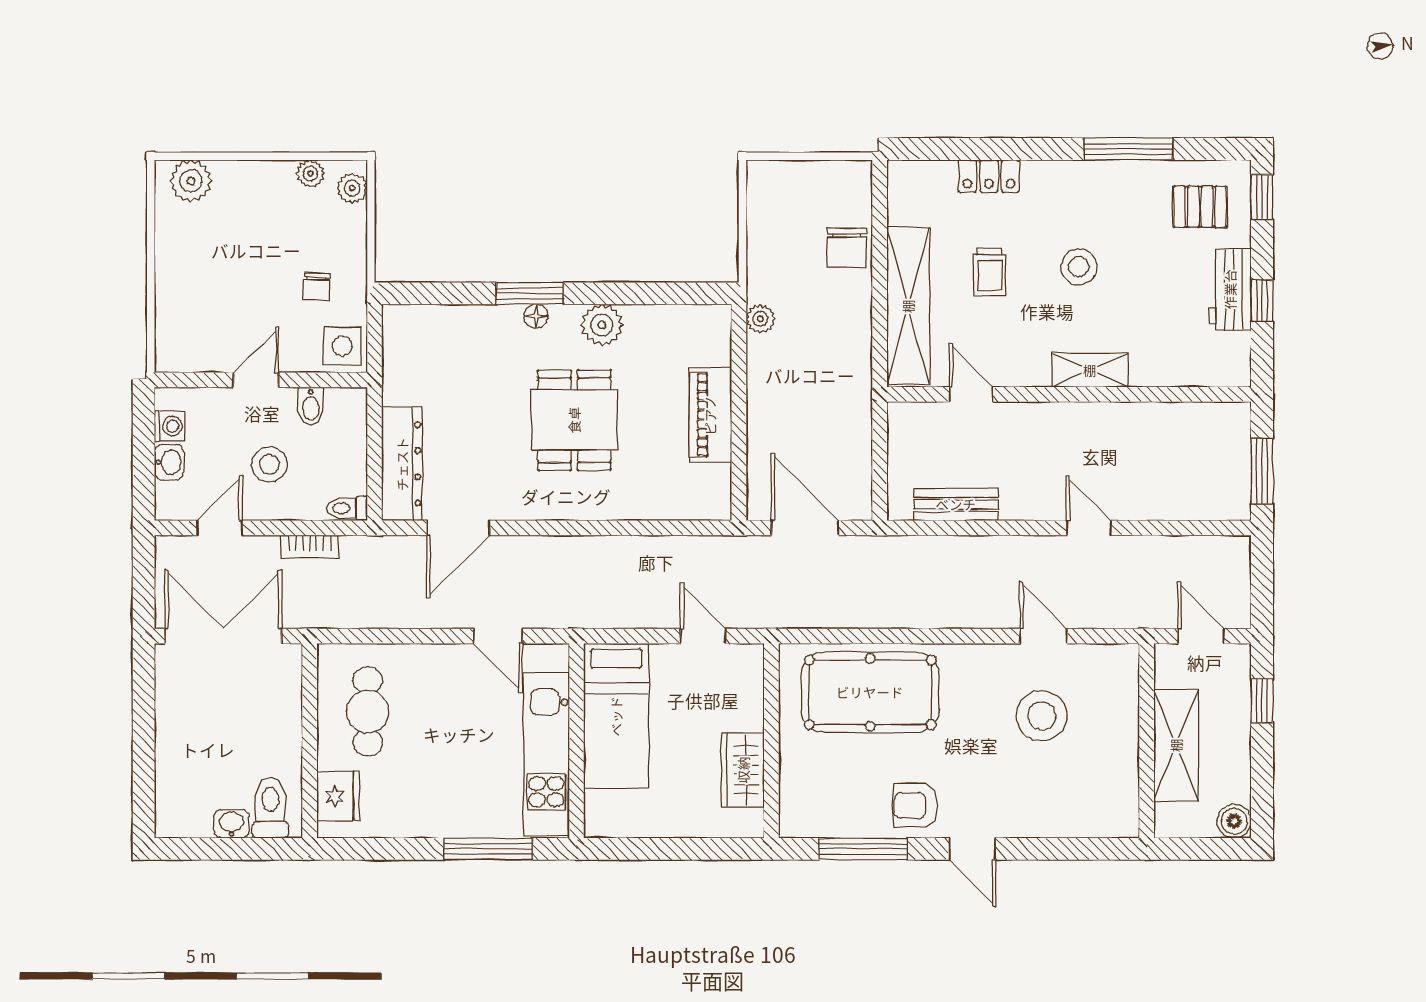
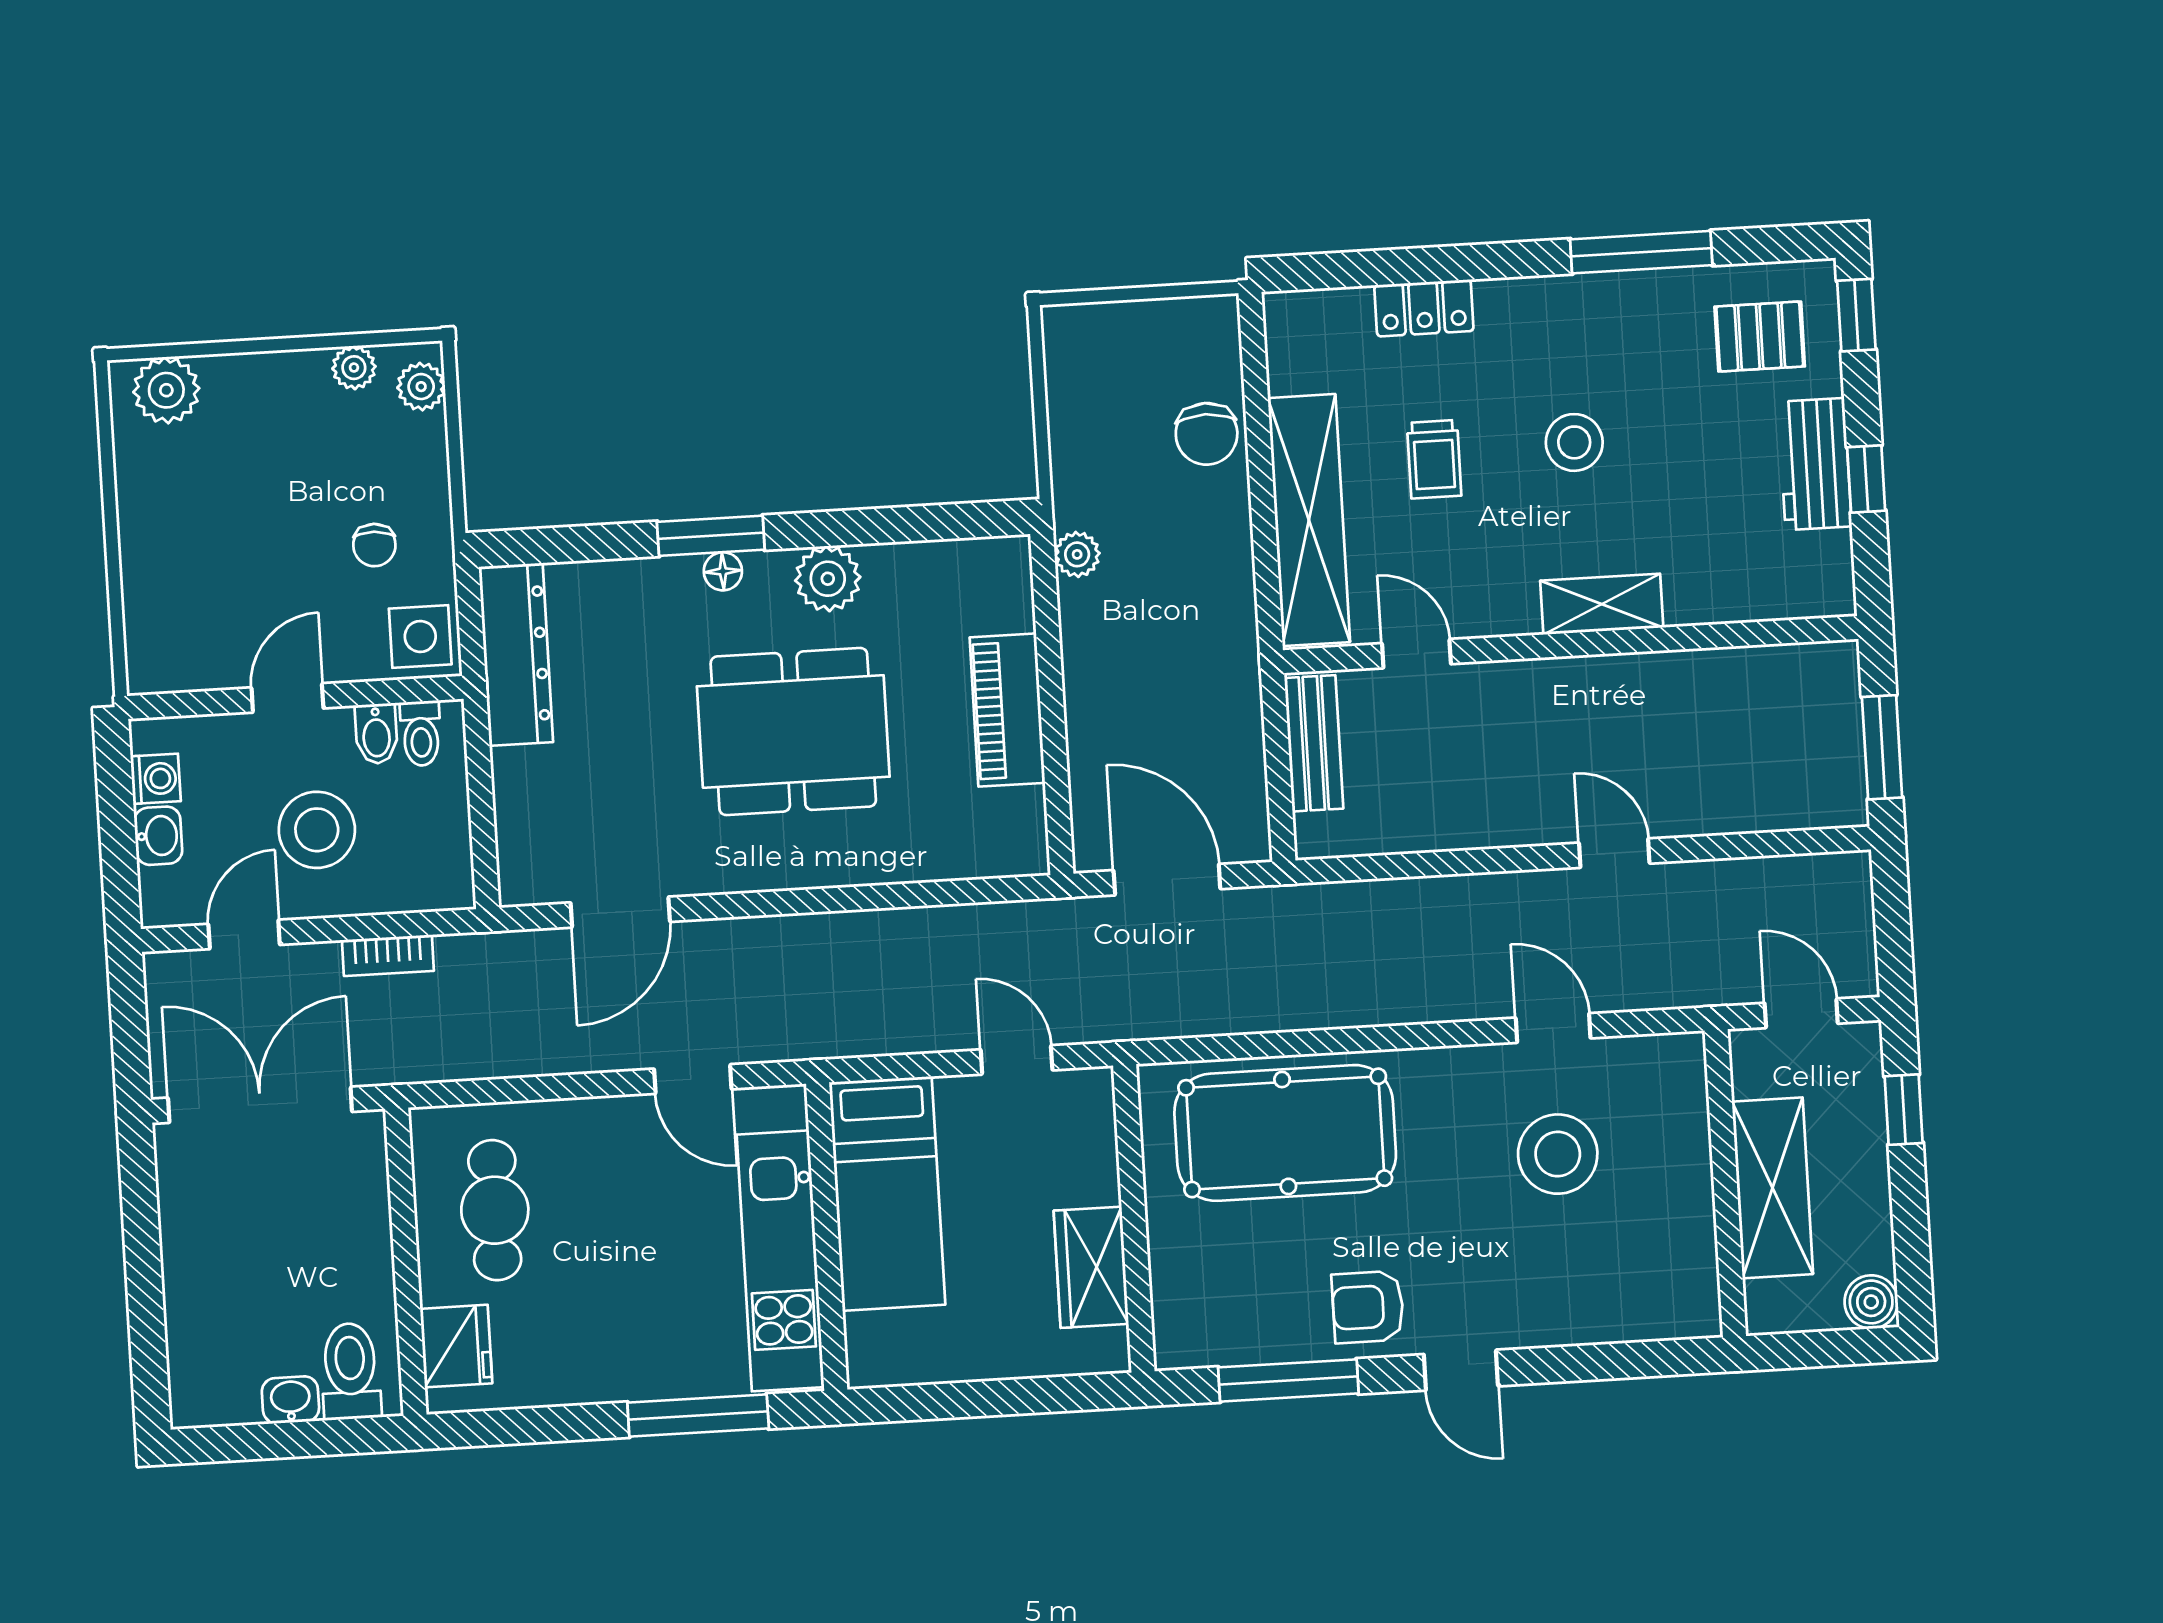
dining table: (574, 420) -> (793, 732), width x1.38
stool: (270, 464) -> (317, 830), width x1.38, depth x1.38
dresser: (402, 464) -> (516, 654), moved
bench: (956, 504) -> (1314, 743), moved, turned 90
toilet: (347, 508) -> (421, 733), moved, turned -90

